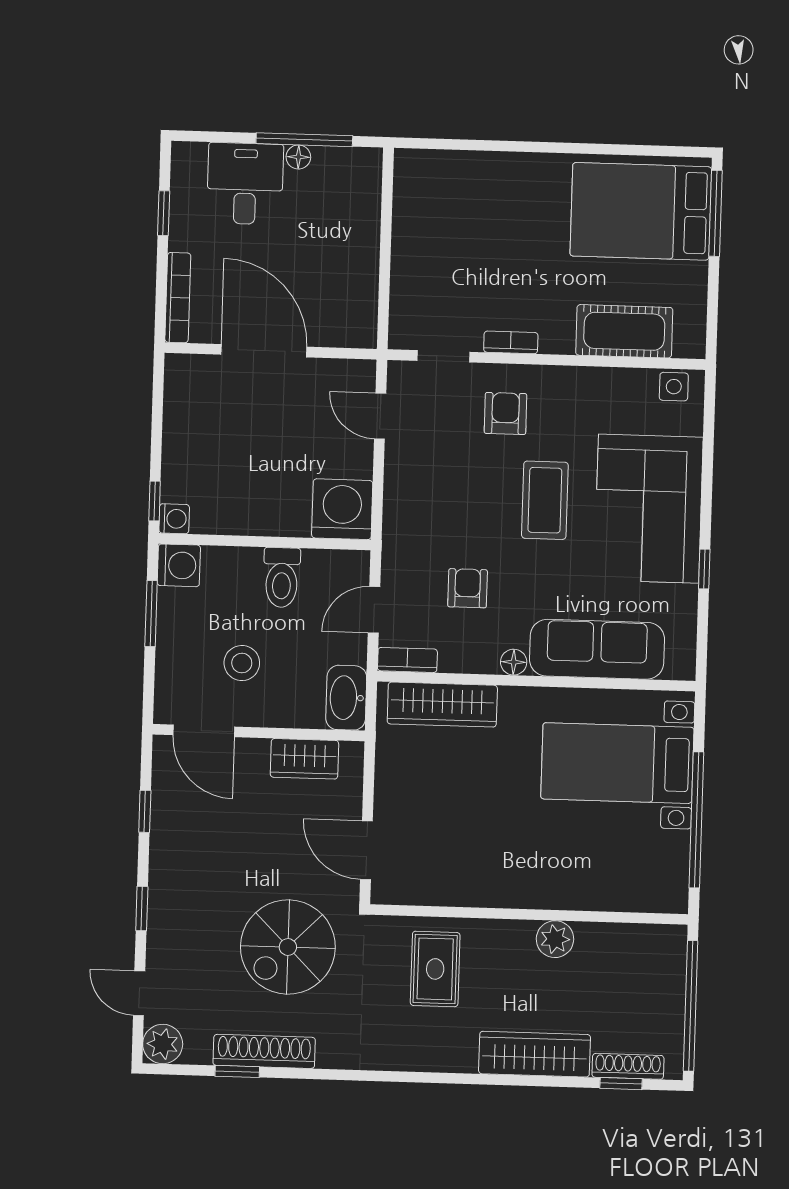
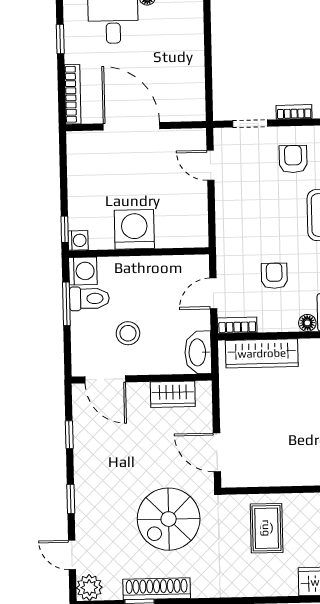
washing machine: (342, 509) -> (134, 229), moved
toilet: (282, 577) -> (89, 299), moved, turned -90

